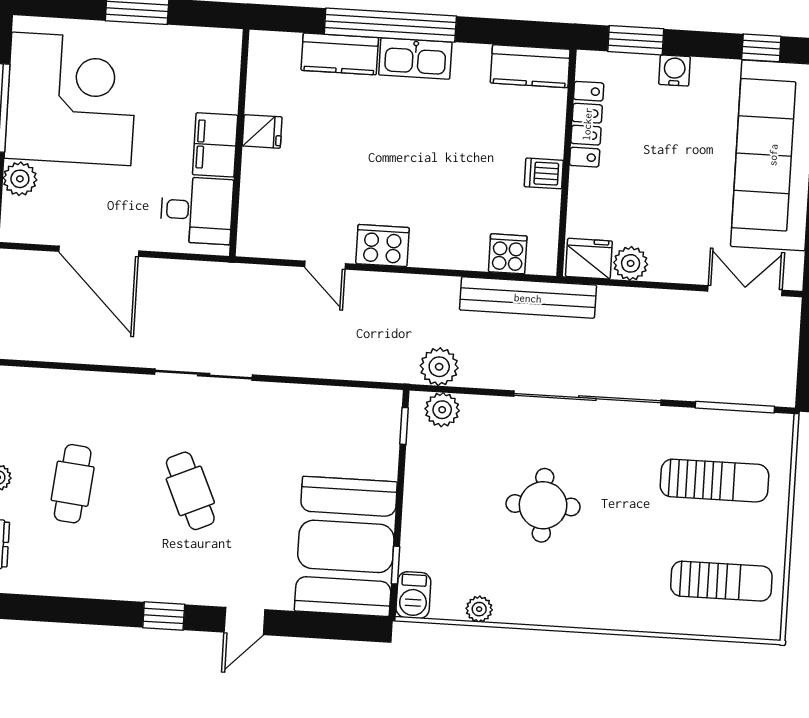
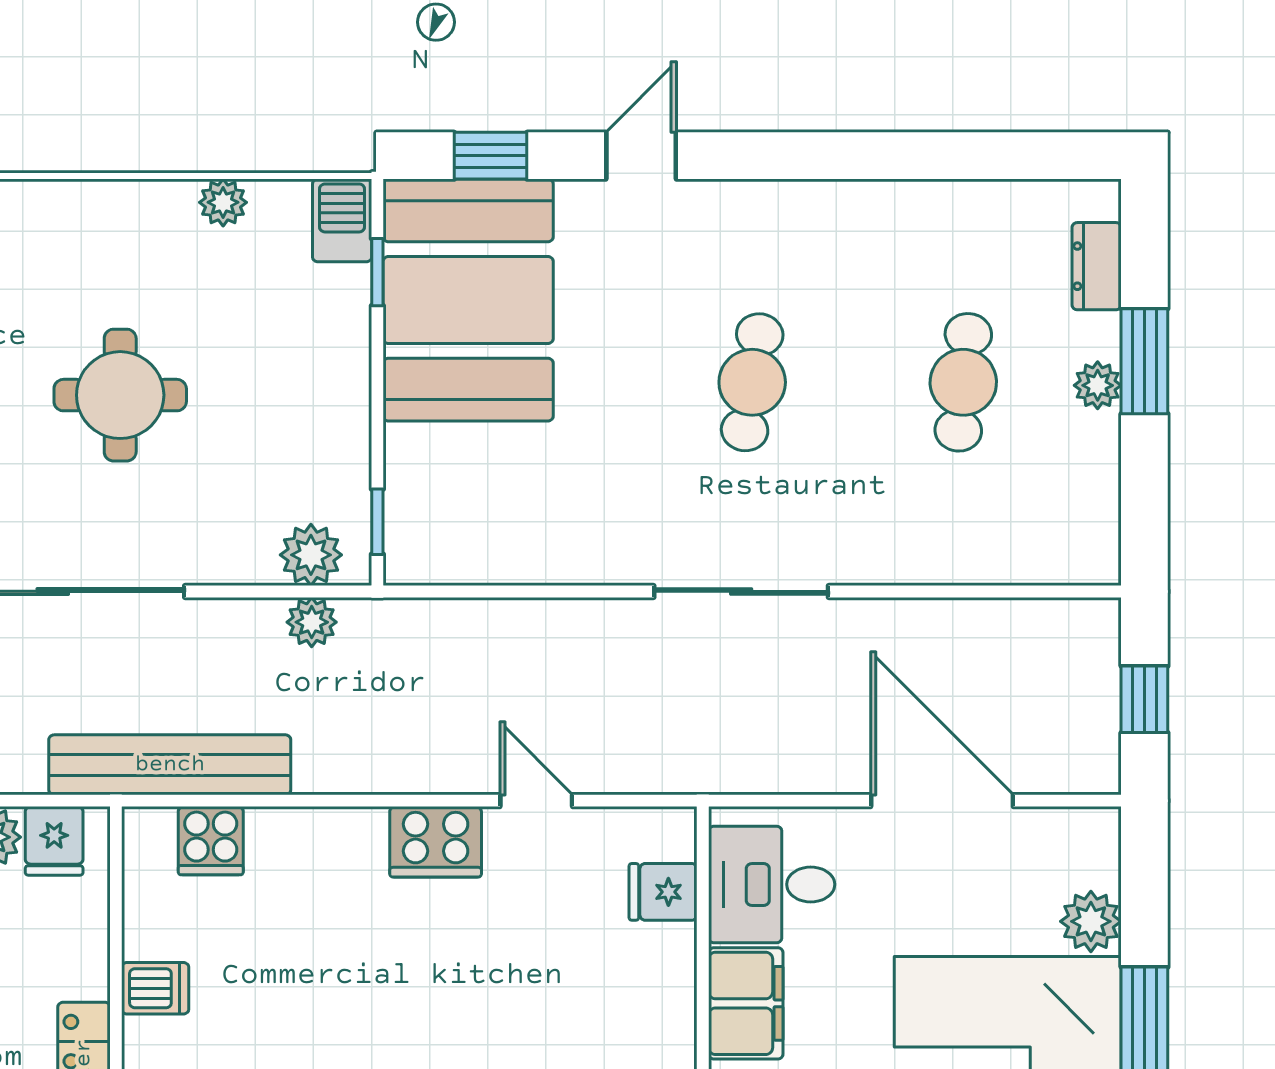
fridge: (262, 131) -> (663, 892), moved
fridge: (589, 259) -> (54, 841), width x0.72
plant: (439, 367) -> (312, 622), width x0.73, depth x0.73
cafe table: (190, 491) -> (752, 382), turned 33
window: (164, 616) -> (491, 156), moved

